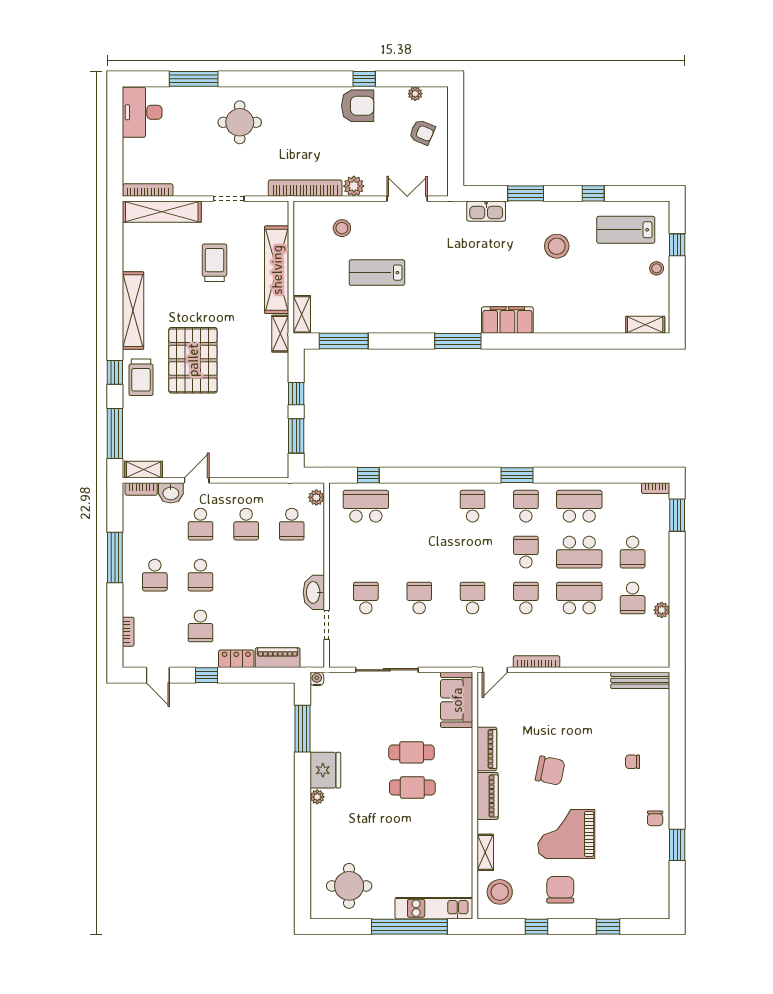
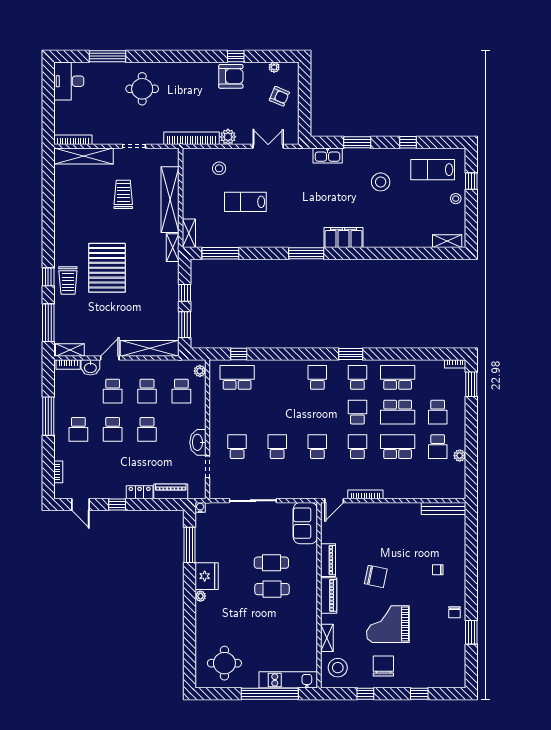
shelving: (133, 311) -> (150, 348), moved, turned 90
school desk: (200, 626) -> (147, 429), moved

